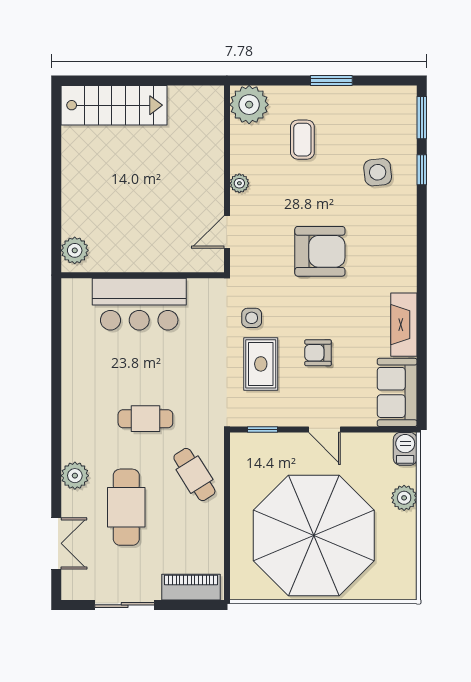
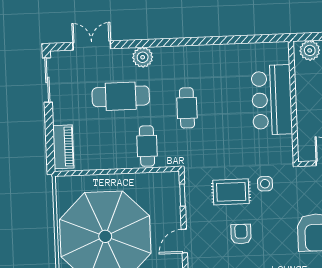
cafe table: (194, 475) -> (147, 146), turned -58
double door: (56, 543) -> (92, 45), swing flipped
sliding door: (125, 605) -> (47, 80), moved

